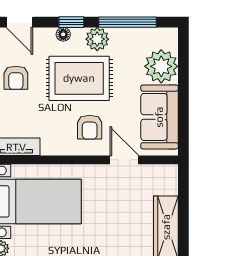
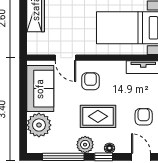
rug: (79, 78) -> (98, 116), width x0.73, depth x0.70

